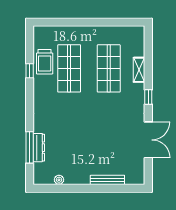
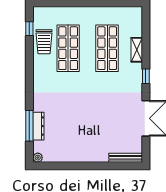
window: (30, 71) -> (29, 29), moved
plant: (59, 180) -> (38, 158), moved
bench: (107, 180) -> (126, 158), moved

